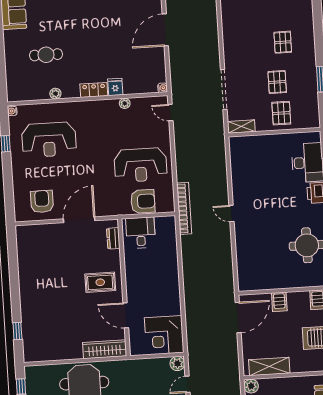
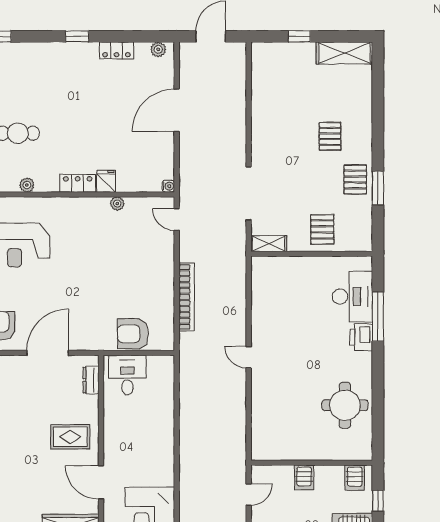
pallet: (277, 82) -> (355, 179), moved
reception desk: (141, 165) -> (133, 286), removed
armchair: (143, 201) -> (133, 334), turned 180
bookcase: (184, 208) -> (186, 297), moved
door: (238, 318) -> (249, 495), width x0.53

